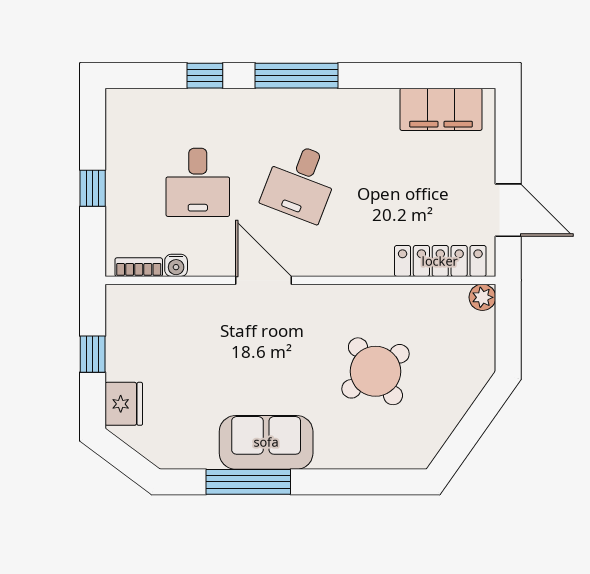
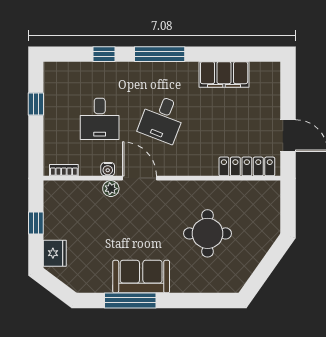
filing cabinet: (441, 109) -> (224, 74), moved
window: (93, 188) -> (36, 104), moved
water cooler: (176, 265) -> (108, 169), moved
plant: (482, 297) -> (111, 189), moved
round table: (375, 371) -> (208, 233), turned 36

